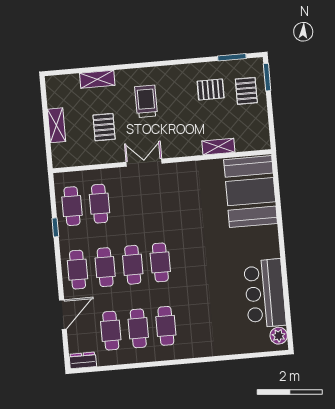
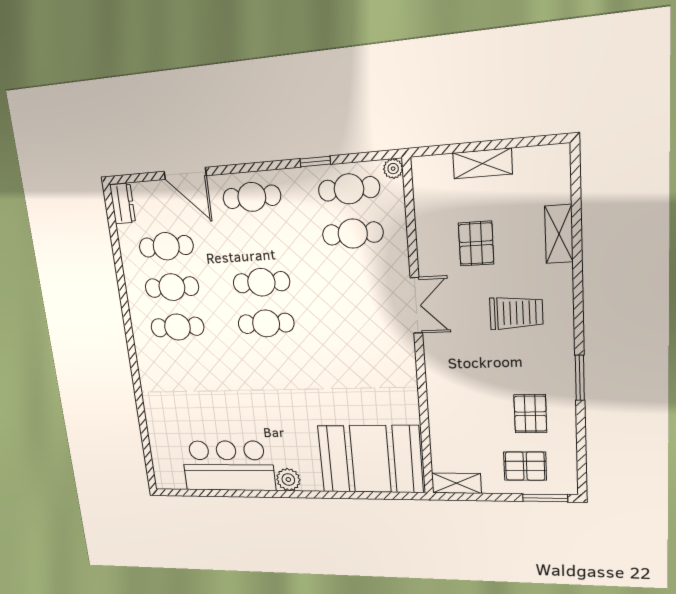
window: (232, 57) -> (580, 378), moved
pallet: (104, 127) -> (476, 243), turned 90
shelving: (218, 147) -> (456, 483), moved, turned 90
plant: (60, 179) -> (393, 169), added
cafe table: (105, 267) -> (257, 240), removed
plant: (279, 336) -> (288, 480), moved

